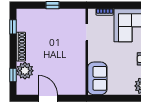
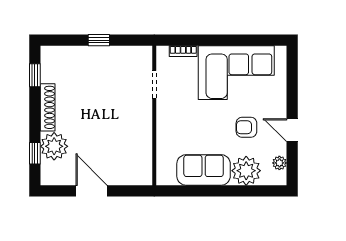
sofa: (97, 78) -> (204, 170), moved, turned -90

